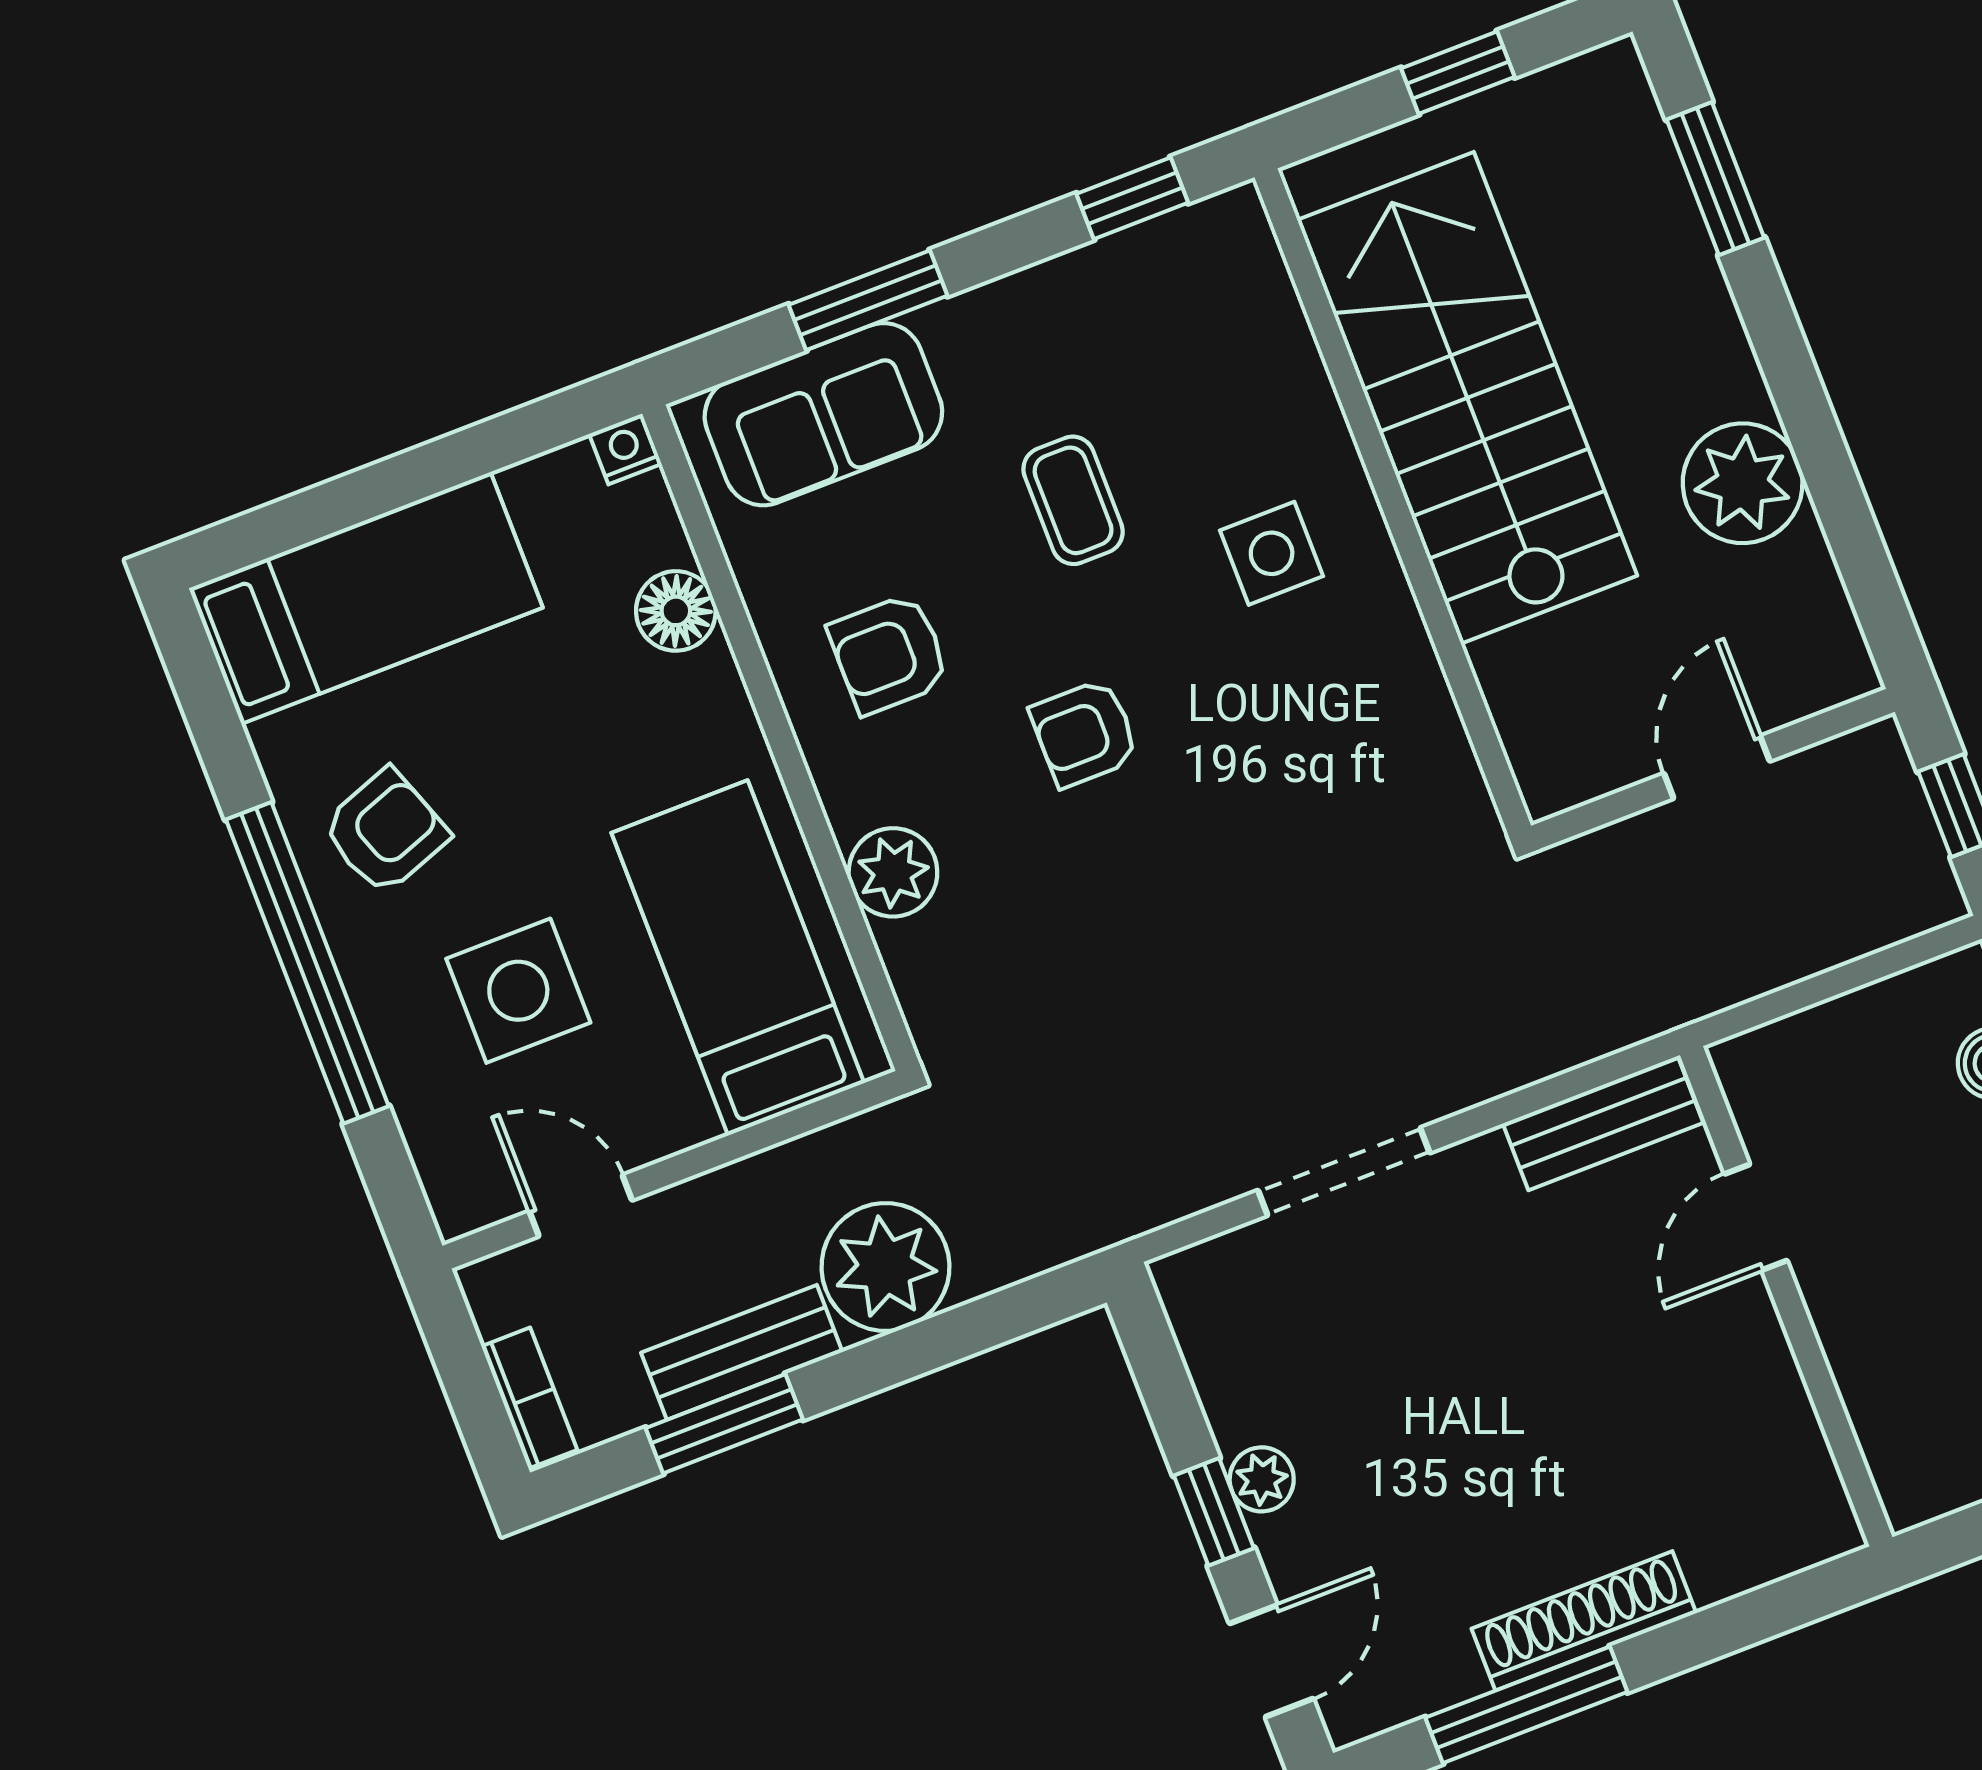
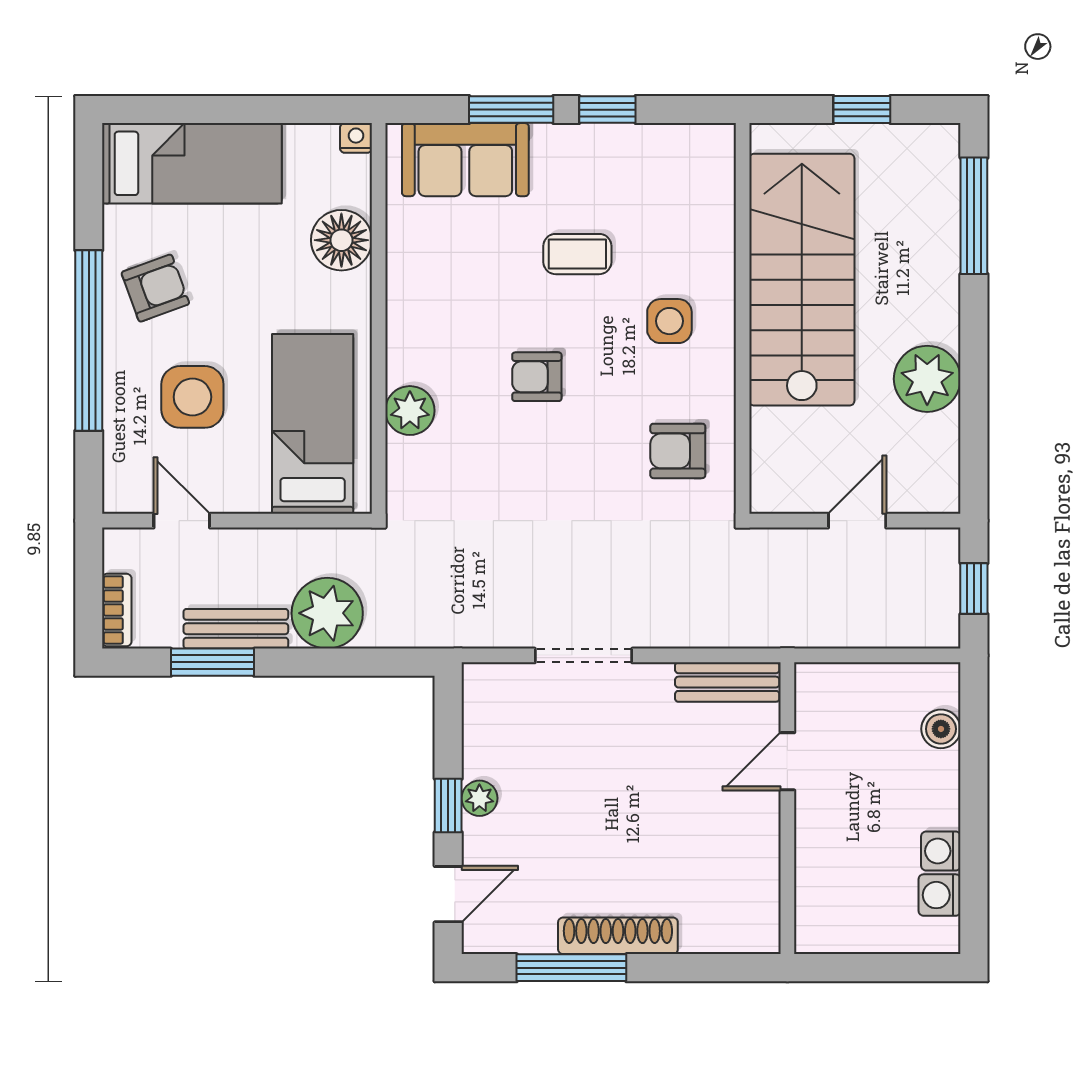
window: (1715, 179) -> (974, 216), width x1.44
window: (1132, 198) -> (607, 110), moved
coffee table: (1073, 500) -> (577, 254), turned 90
floor lamp: (676, 611) -> (341, 240), width x1.38, depth x1.38
armchair: (889, 654) -> (678, 451), moved

